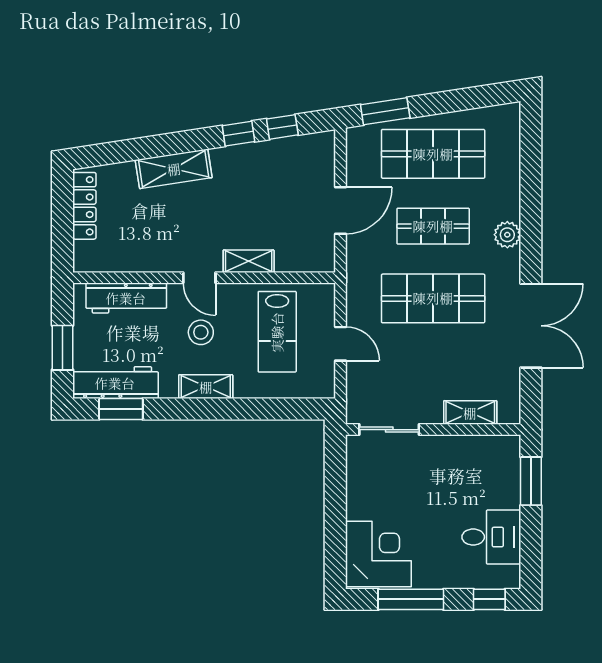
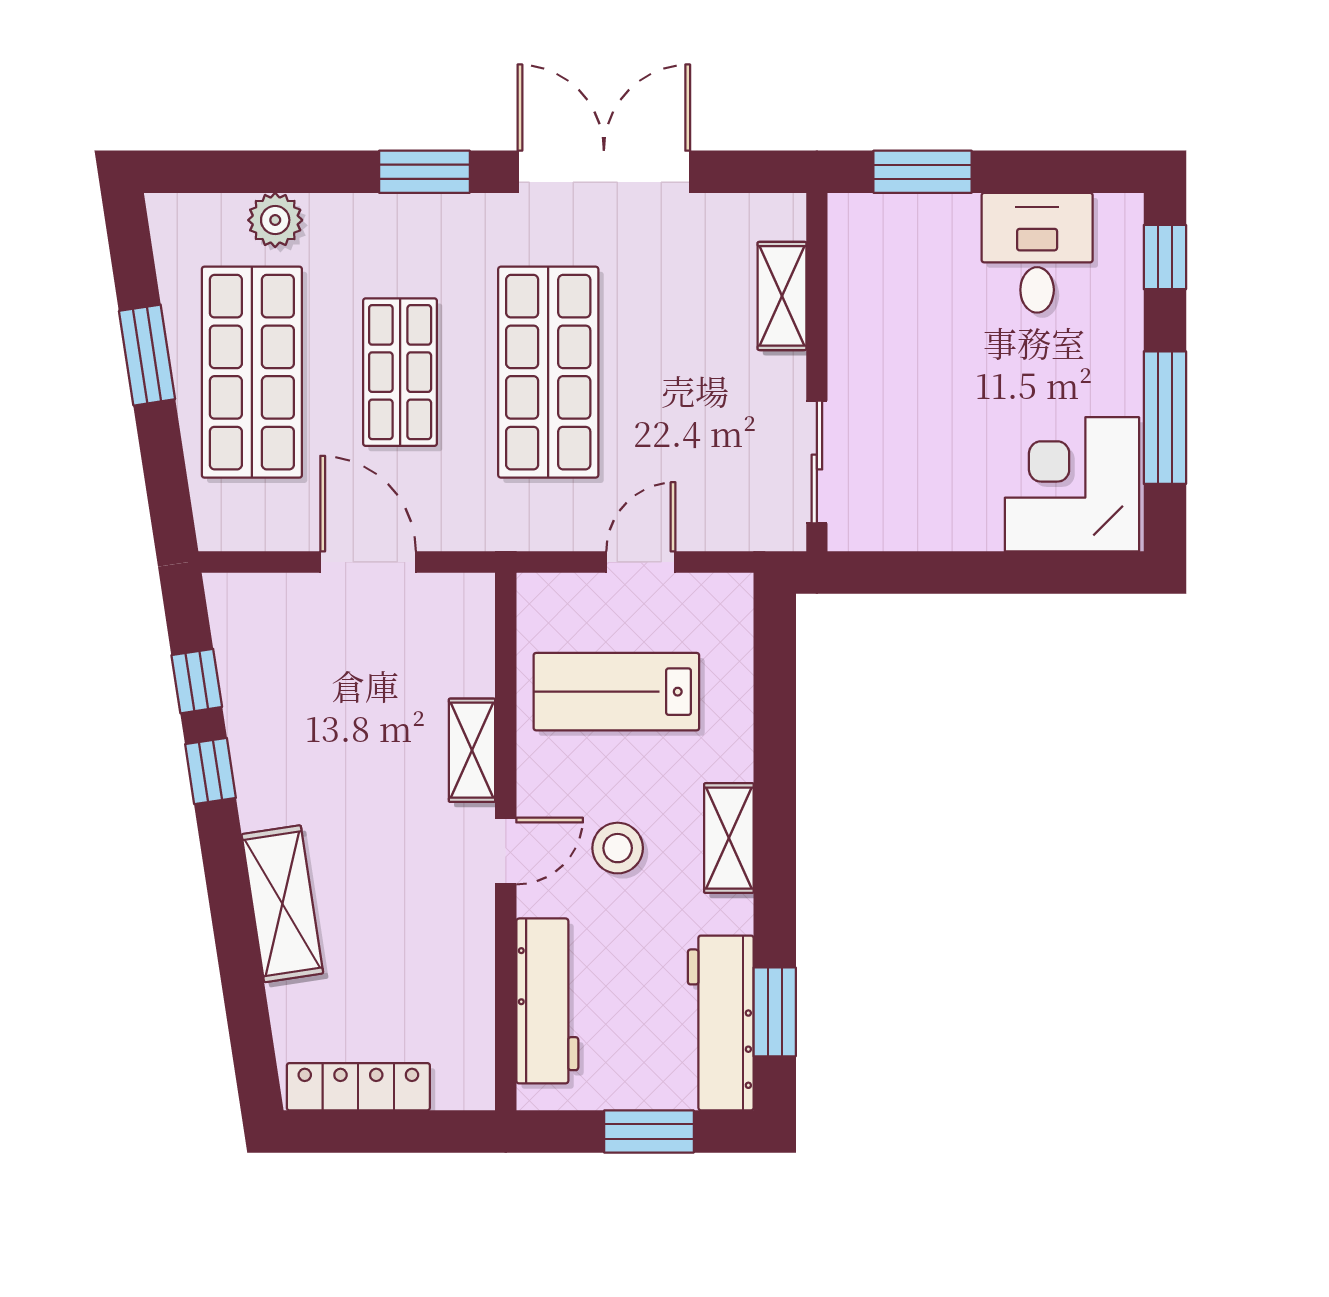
window: (385, 111) -> (147, 355), moved
plant: (507, 235) -> (275, 220), moved
window: (531, 238) -> (424, 172), added
lab bench: (277, 332) -> (616, 692), turned 180

